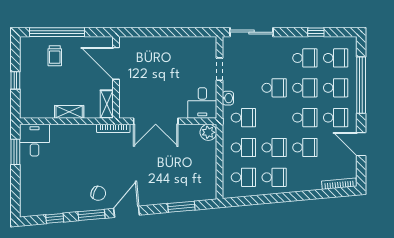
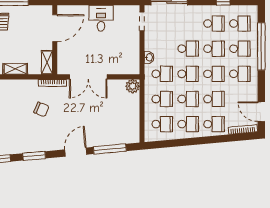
door: (116, 63) -> (55, 28), swing flipped
doorway: (219, 69) -> (142, 21), moved
desk: (202, 103) -> (101, 18), moved, turned 180
school desk: (274, 118) -> (188, 74), added
door: (361, 144) -> (261, 112), moved
school desk: (305, 177) -> (214, 124), added
chair: (98, 193) -> (41, 109), moved
window: (181, 207) -> (110, 149), width x1.44
door: (127, 212) -> (76, 152), moved

